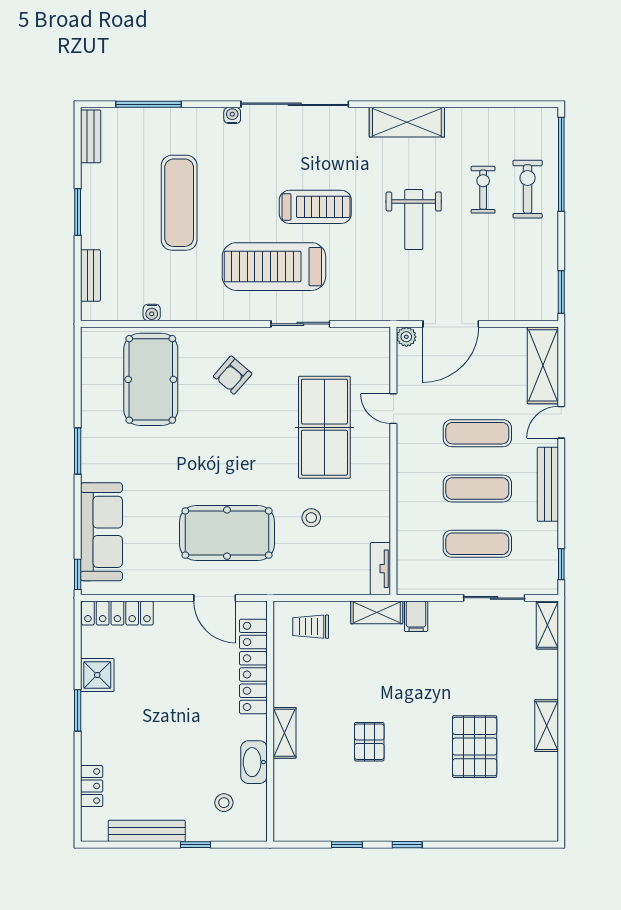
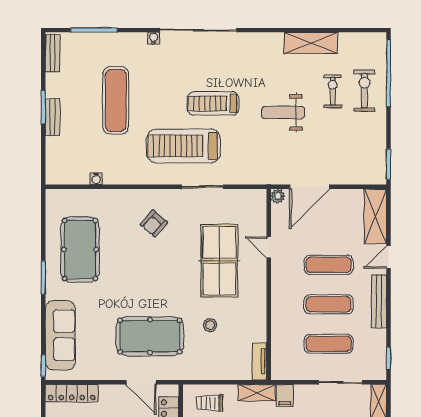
shelving: (407, 122) -> (311, 43), moved
treadmill: (315, 207) -> (213, 103), turned 180
weight bench: (414, 220) -> (283, 112), turned 90
bench: (90, 275) -> (52, 117), moved
pool table: (151, 379) -> (80, 249), moved

